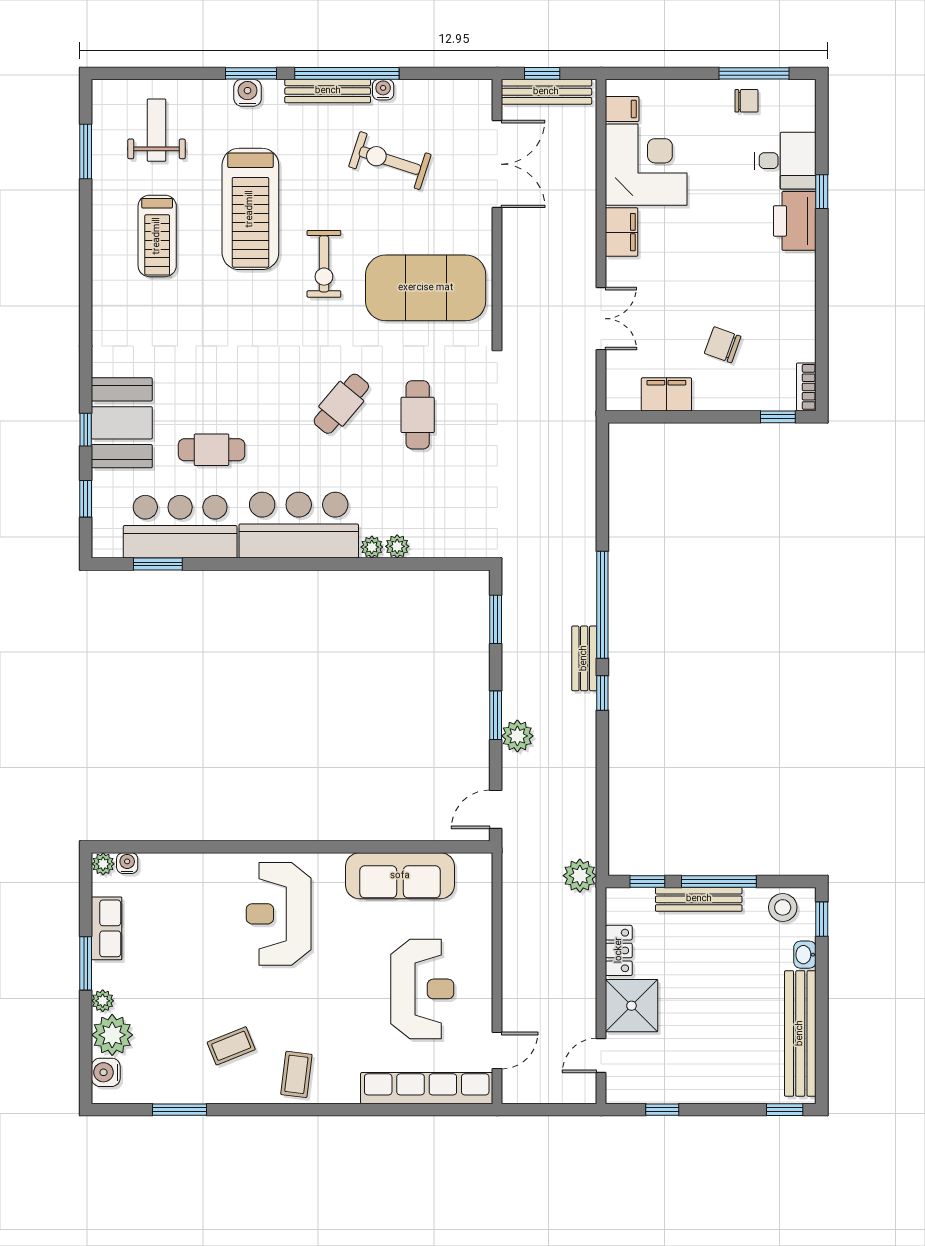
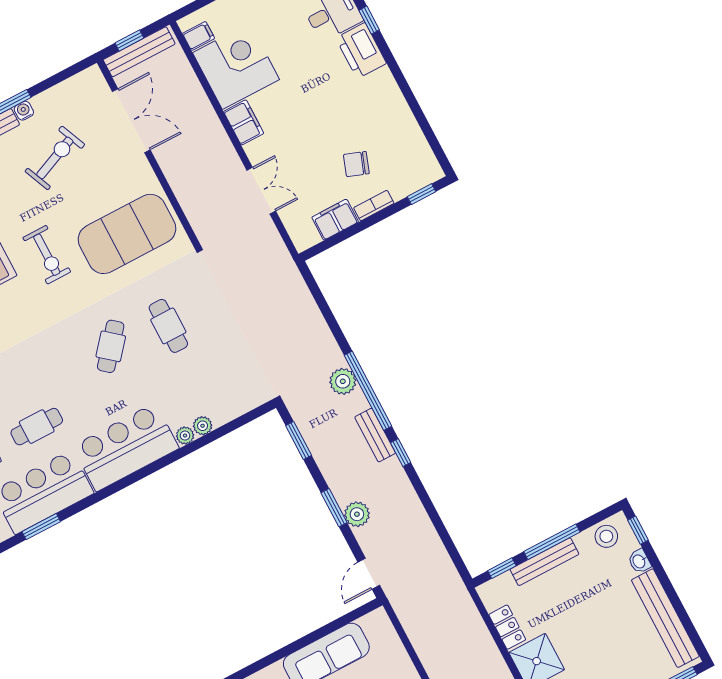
exercise bike: (390, 161) -> (55, 158), turned 139
bookcase: (806, 387) -> (374, 206), moved, turned 90
plant: (580, 876) -> (343, 381), moved

